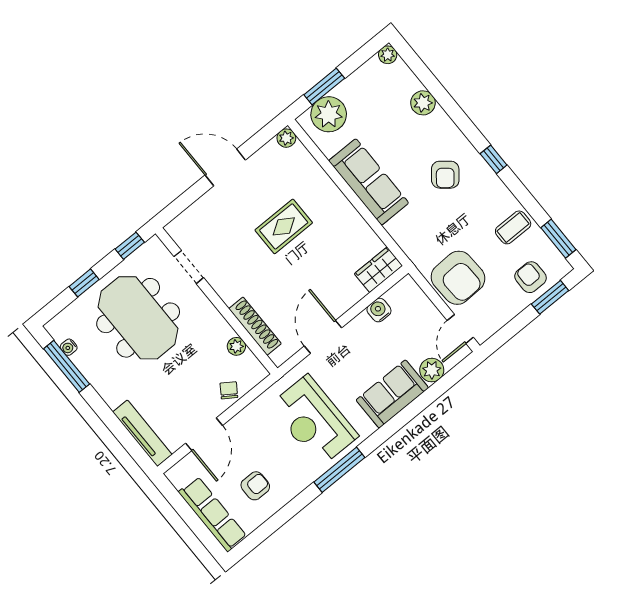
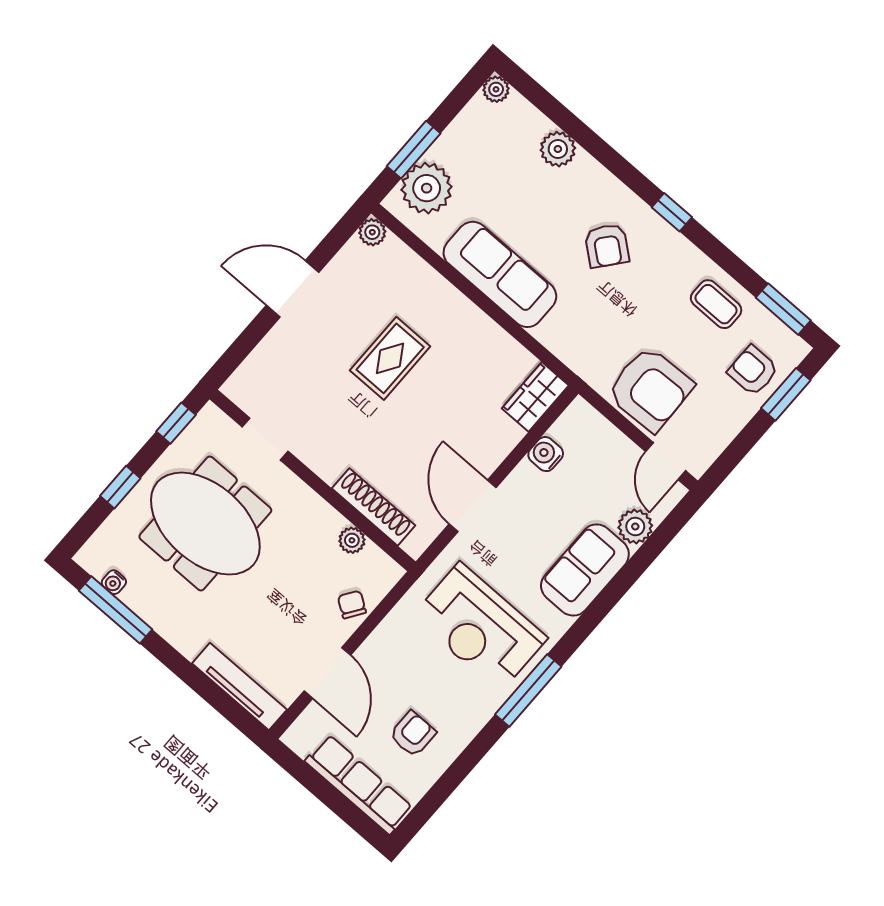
coffee table: (513, 227) -> (716, 304), turned 90

